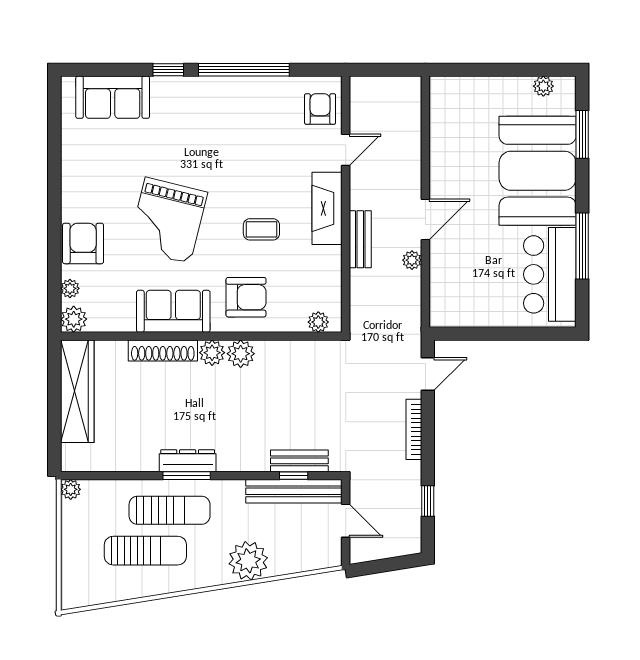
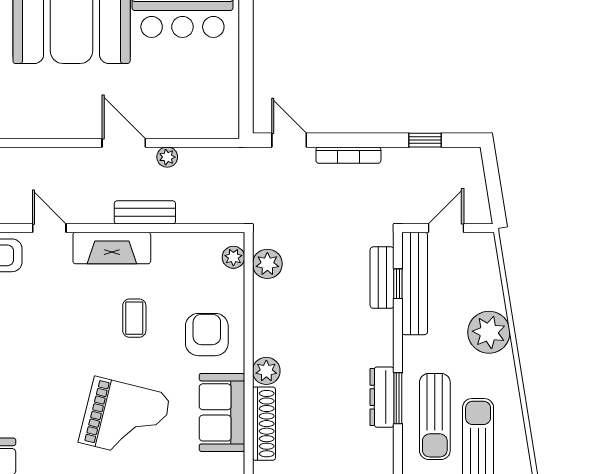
plant: (241, 354) -> (267, 264), moved
sun lounger: (170, 510) -> (435, 416), turned 180

